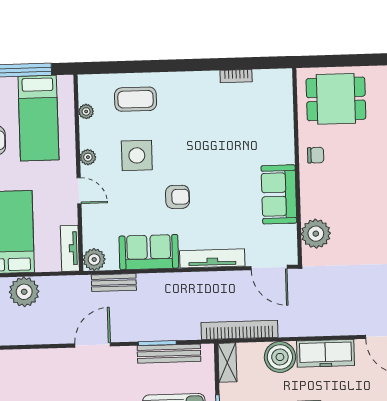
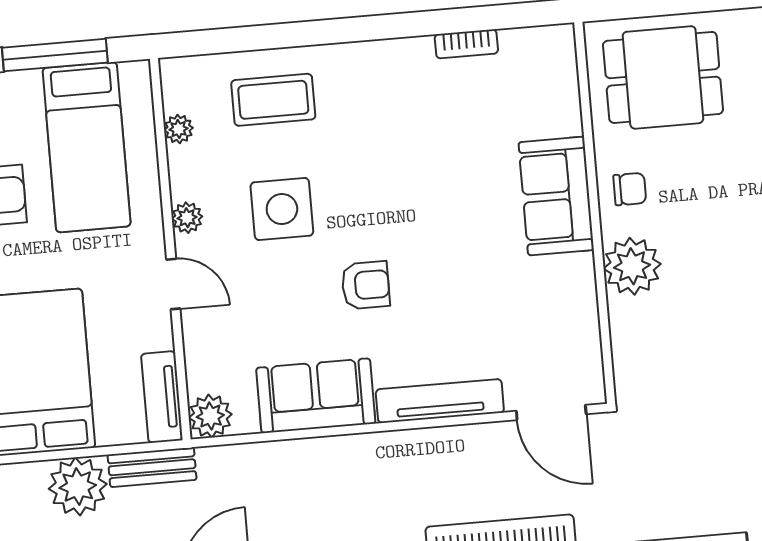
sofa: (279, 194) -> (556, 196), moved
plant: (316, 234) -> (632, 266), moved
bench: (114, 283) -> (152, 467), moved

